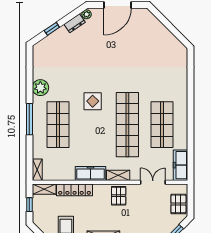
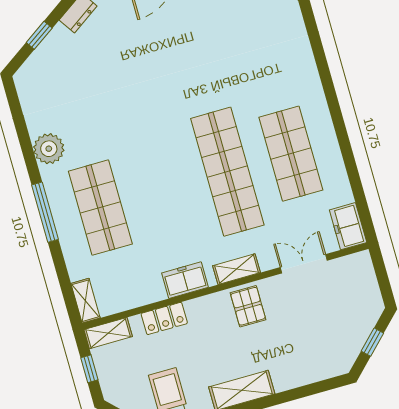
display table: (93, 101) -> (152, 147), removed
freezer: (181, 165) -> (348, 226), width x0.71
freezer: (90, 173) -> (185, 280), width x0.71
locker: (75, 190) -> (164, 318), width x0.66
pallet: (178, 204) -> (362, 290), removed

